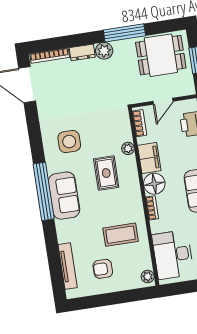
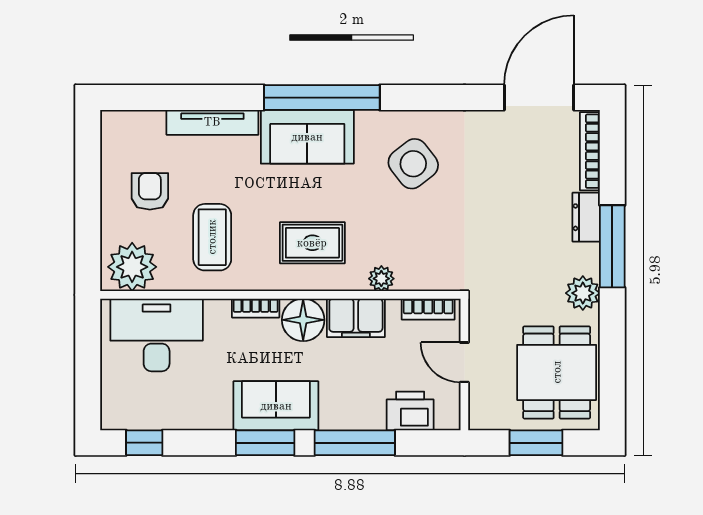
window: (124, 33) -> (612, 246), moved
plant: (104, 51) -> (583, 293), moved
side table: (69, 142) -> (413, 164), turned -38
rug: (106, 173) -> (312, 243), moved
tv unit: (68, 266) -> (212, 122), moved
plant: (148, 276) -> (132, 267), width x1.87, depth x1.87

